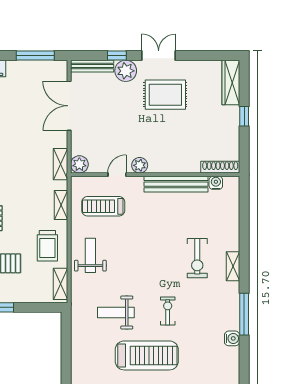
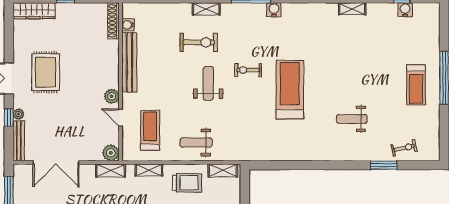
plant: (126, 71) -> (18, 114), width x0.53, depth x0.53
treadmill: (103, 206) -> (150, 130), turned 180
weight bench: (116, 313) -> (208, 83), moved, turned 180

